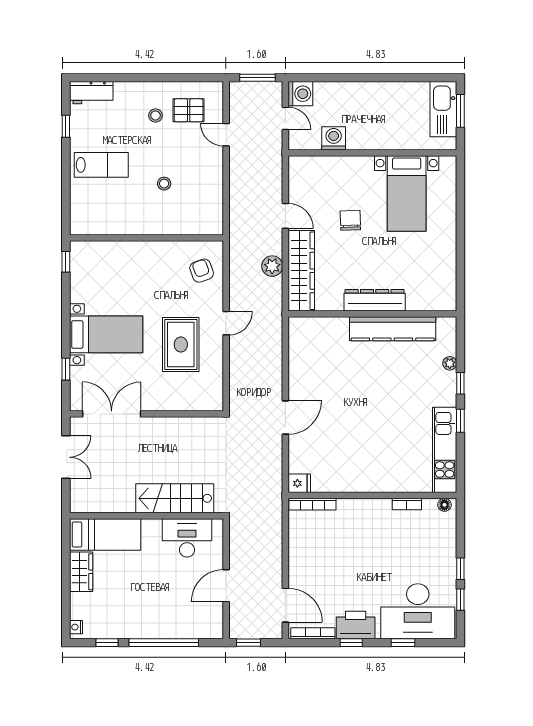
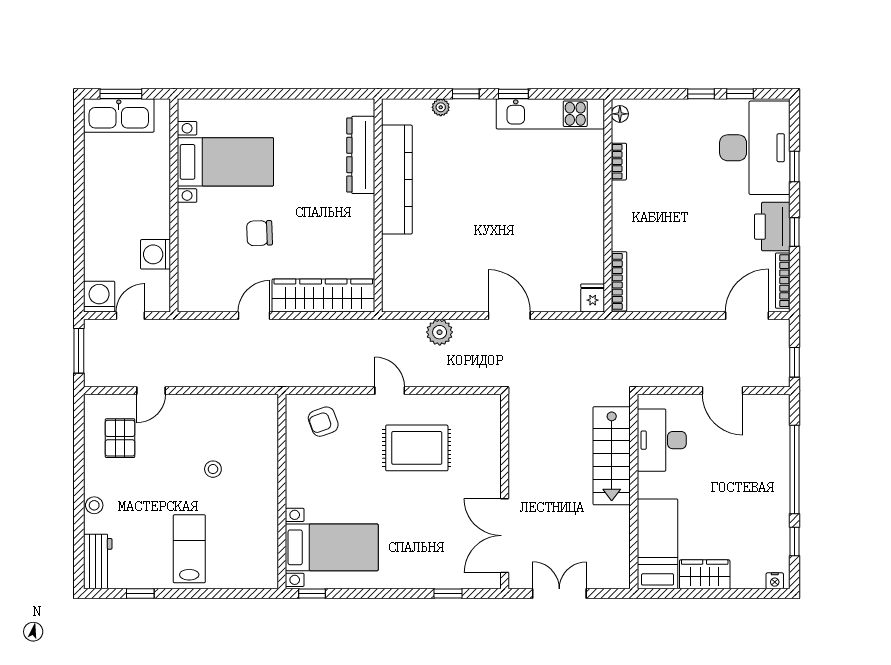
stool: (155, 115) -> (94, 505), moved
plant: (272, 266) -> (440, 332), moved
dresser: (375, 300) -> (361, 155), moved
bed with nightstands: (106, 334) -> (332, 547), moved, turned 90

